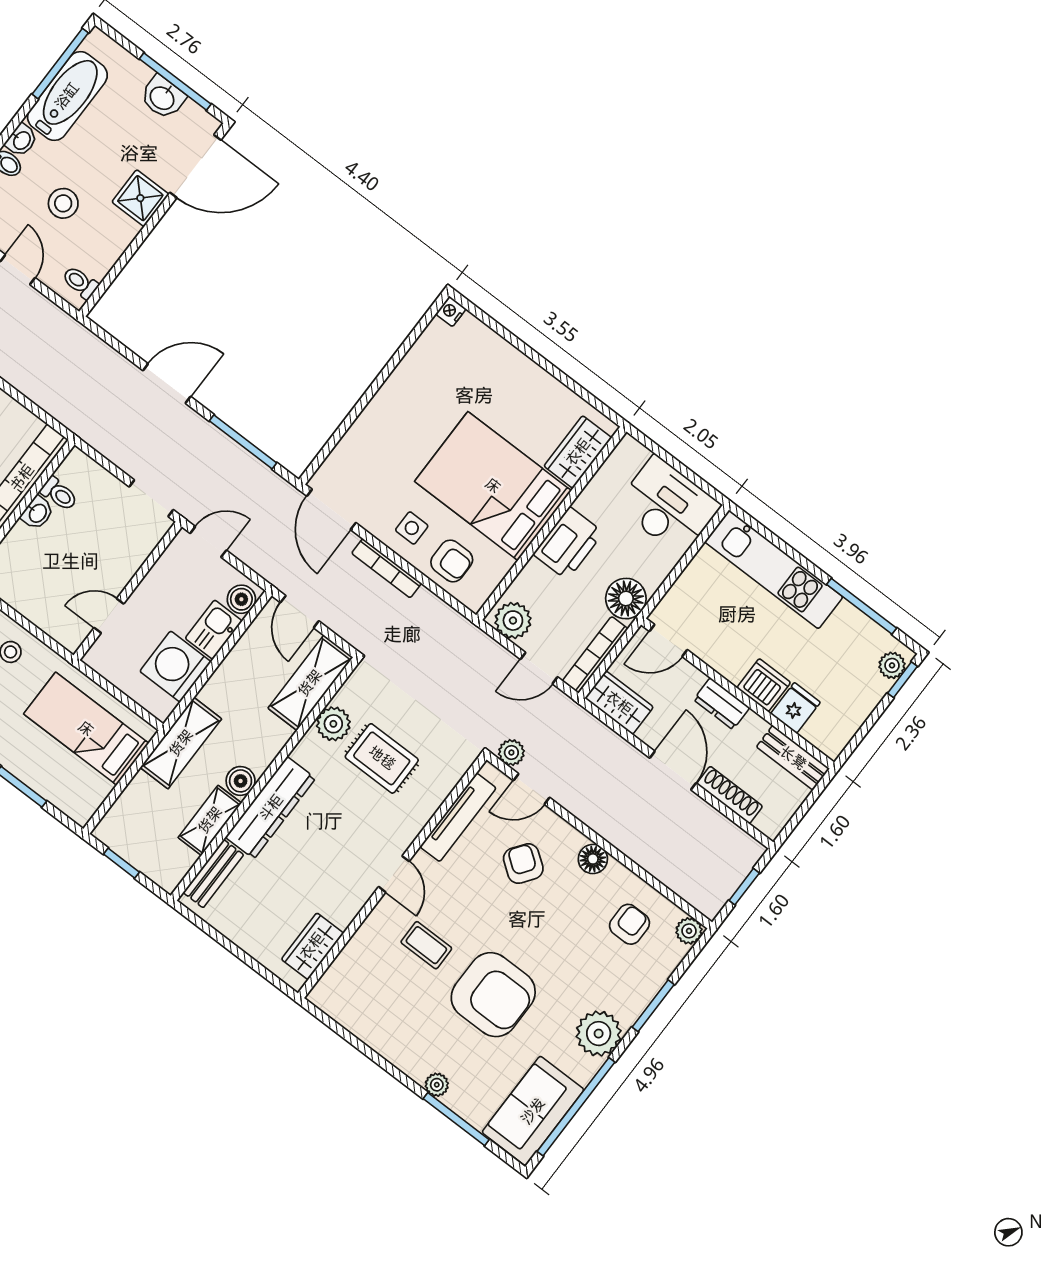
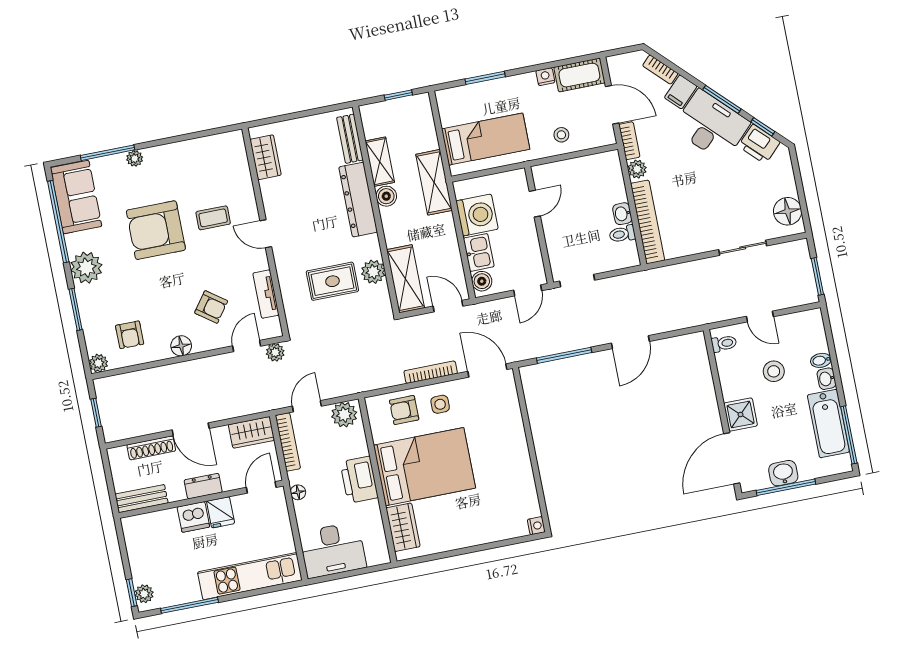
floor lamp: (626, 599) -> (298, 492), width x0.53, depth x0.53
fridge: (795, 708) -> (221, 512), moved
tv unit: (458, 817) -> (266, 294), width x0.71

